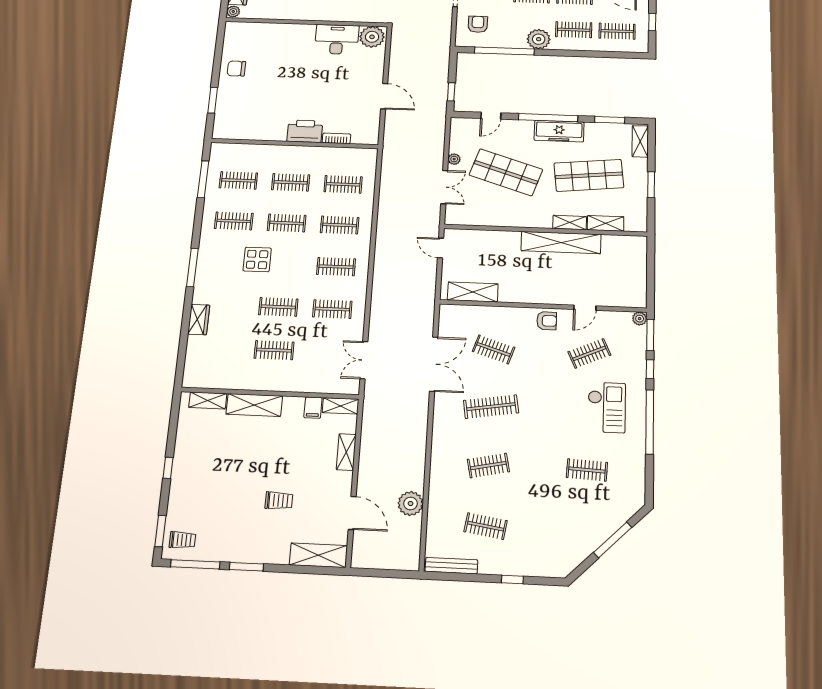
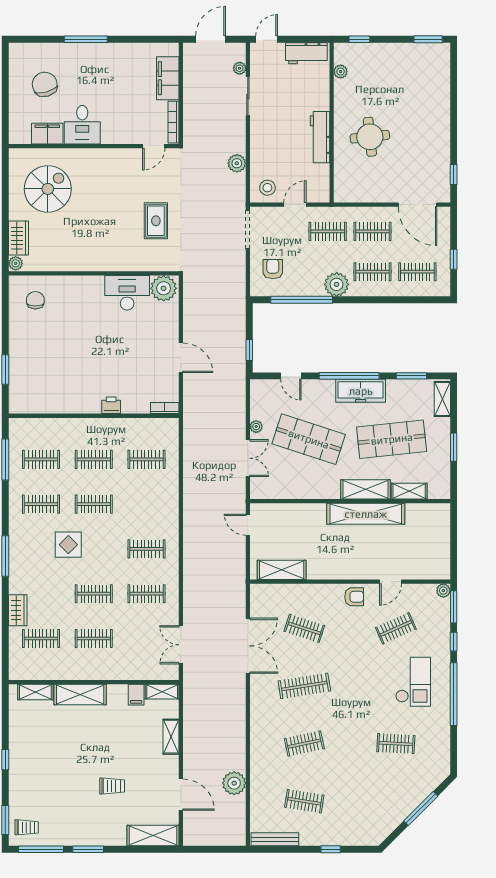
chair: (236, 69) -> (35, 300), moved, turned 90
door: (491, 116) -> (291, 376), hinge flipped
printer: (305, 131) -> (111, 405), width x0.53, depth x0.68
bookcase: (336, 138) -> (165, 408), moved
shelving: (570, 223) -> (365, 489), width x1.50, depth x1.33
clothes rail: (340, 225) -> (41, 639), moved

